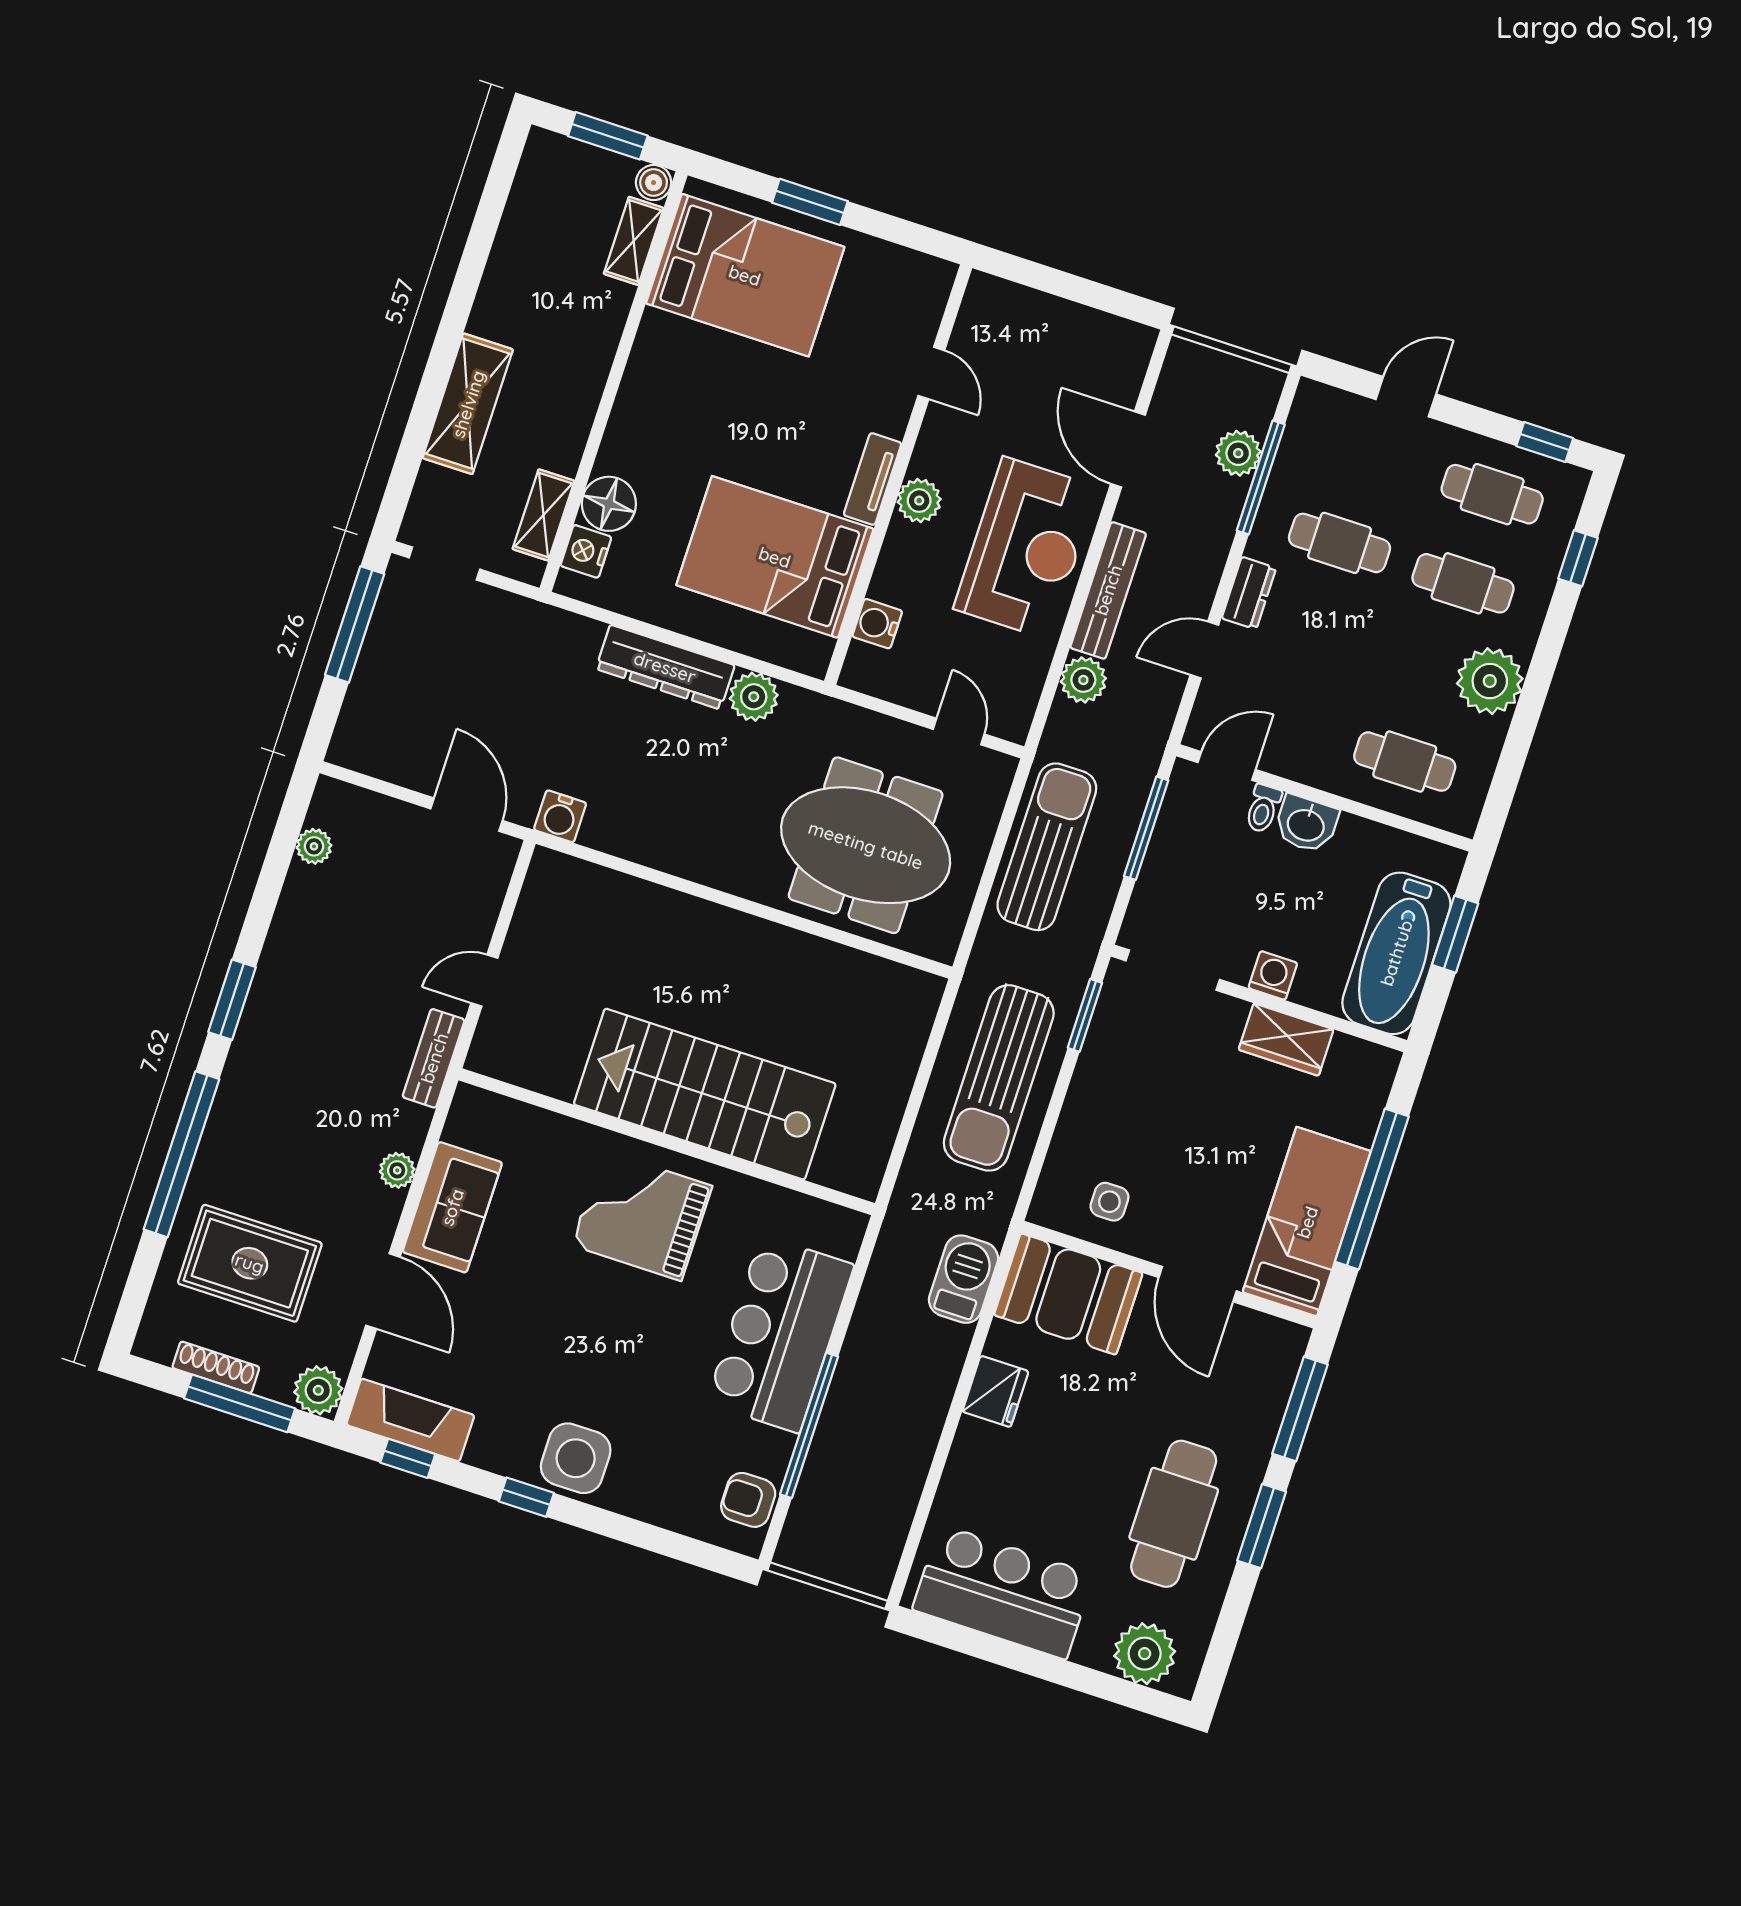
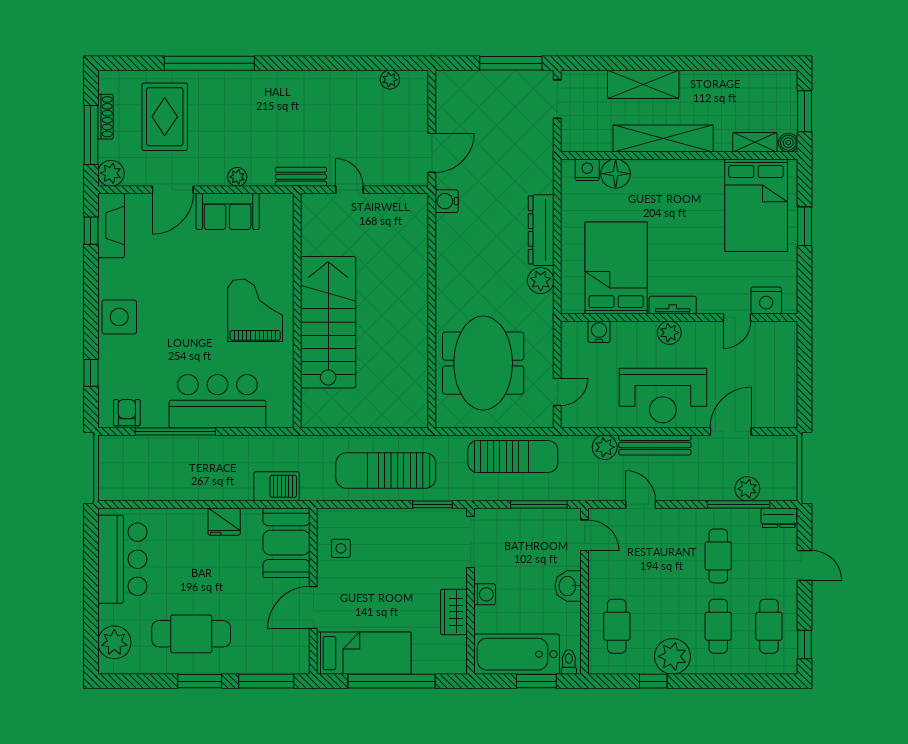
nightstand: (918, 312) -> (766, 300), added
shelving: (543, 515) -> (663, 138), moved, width x2.20, depth x1.33
window: (1578, 558) -> (653, 681), moved
dresser: (1249, 593) -> (779, 518), moved
toilet: (1263, 808) -> (569, 662), moved, turned 90
window: (232, 1000) -> (297, 63), removed
window: (526, 1497) -> (91, 373), moved

